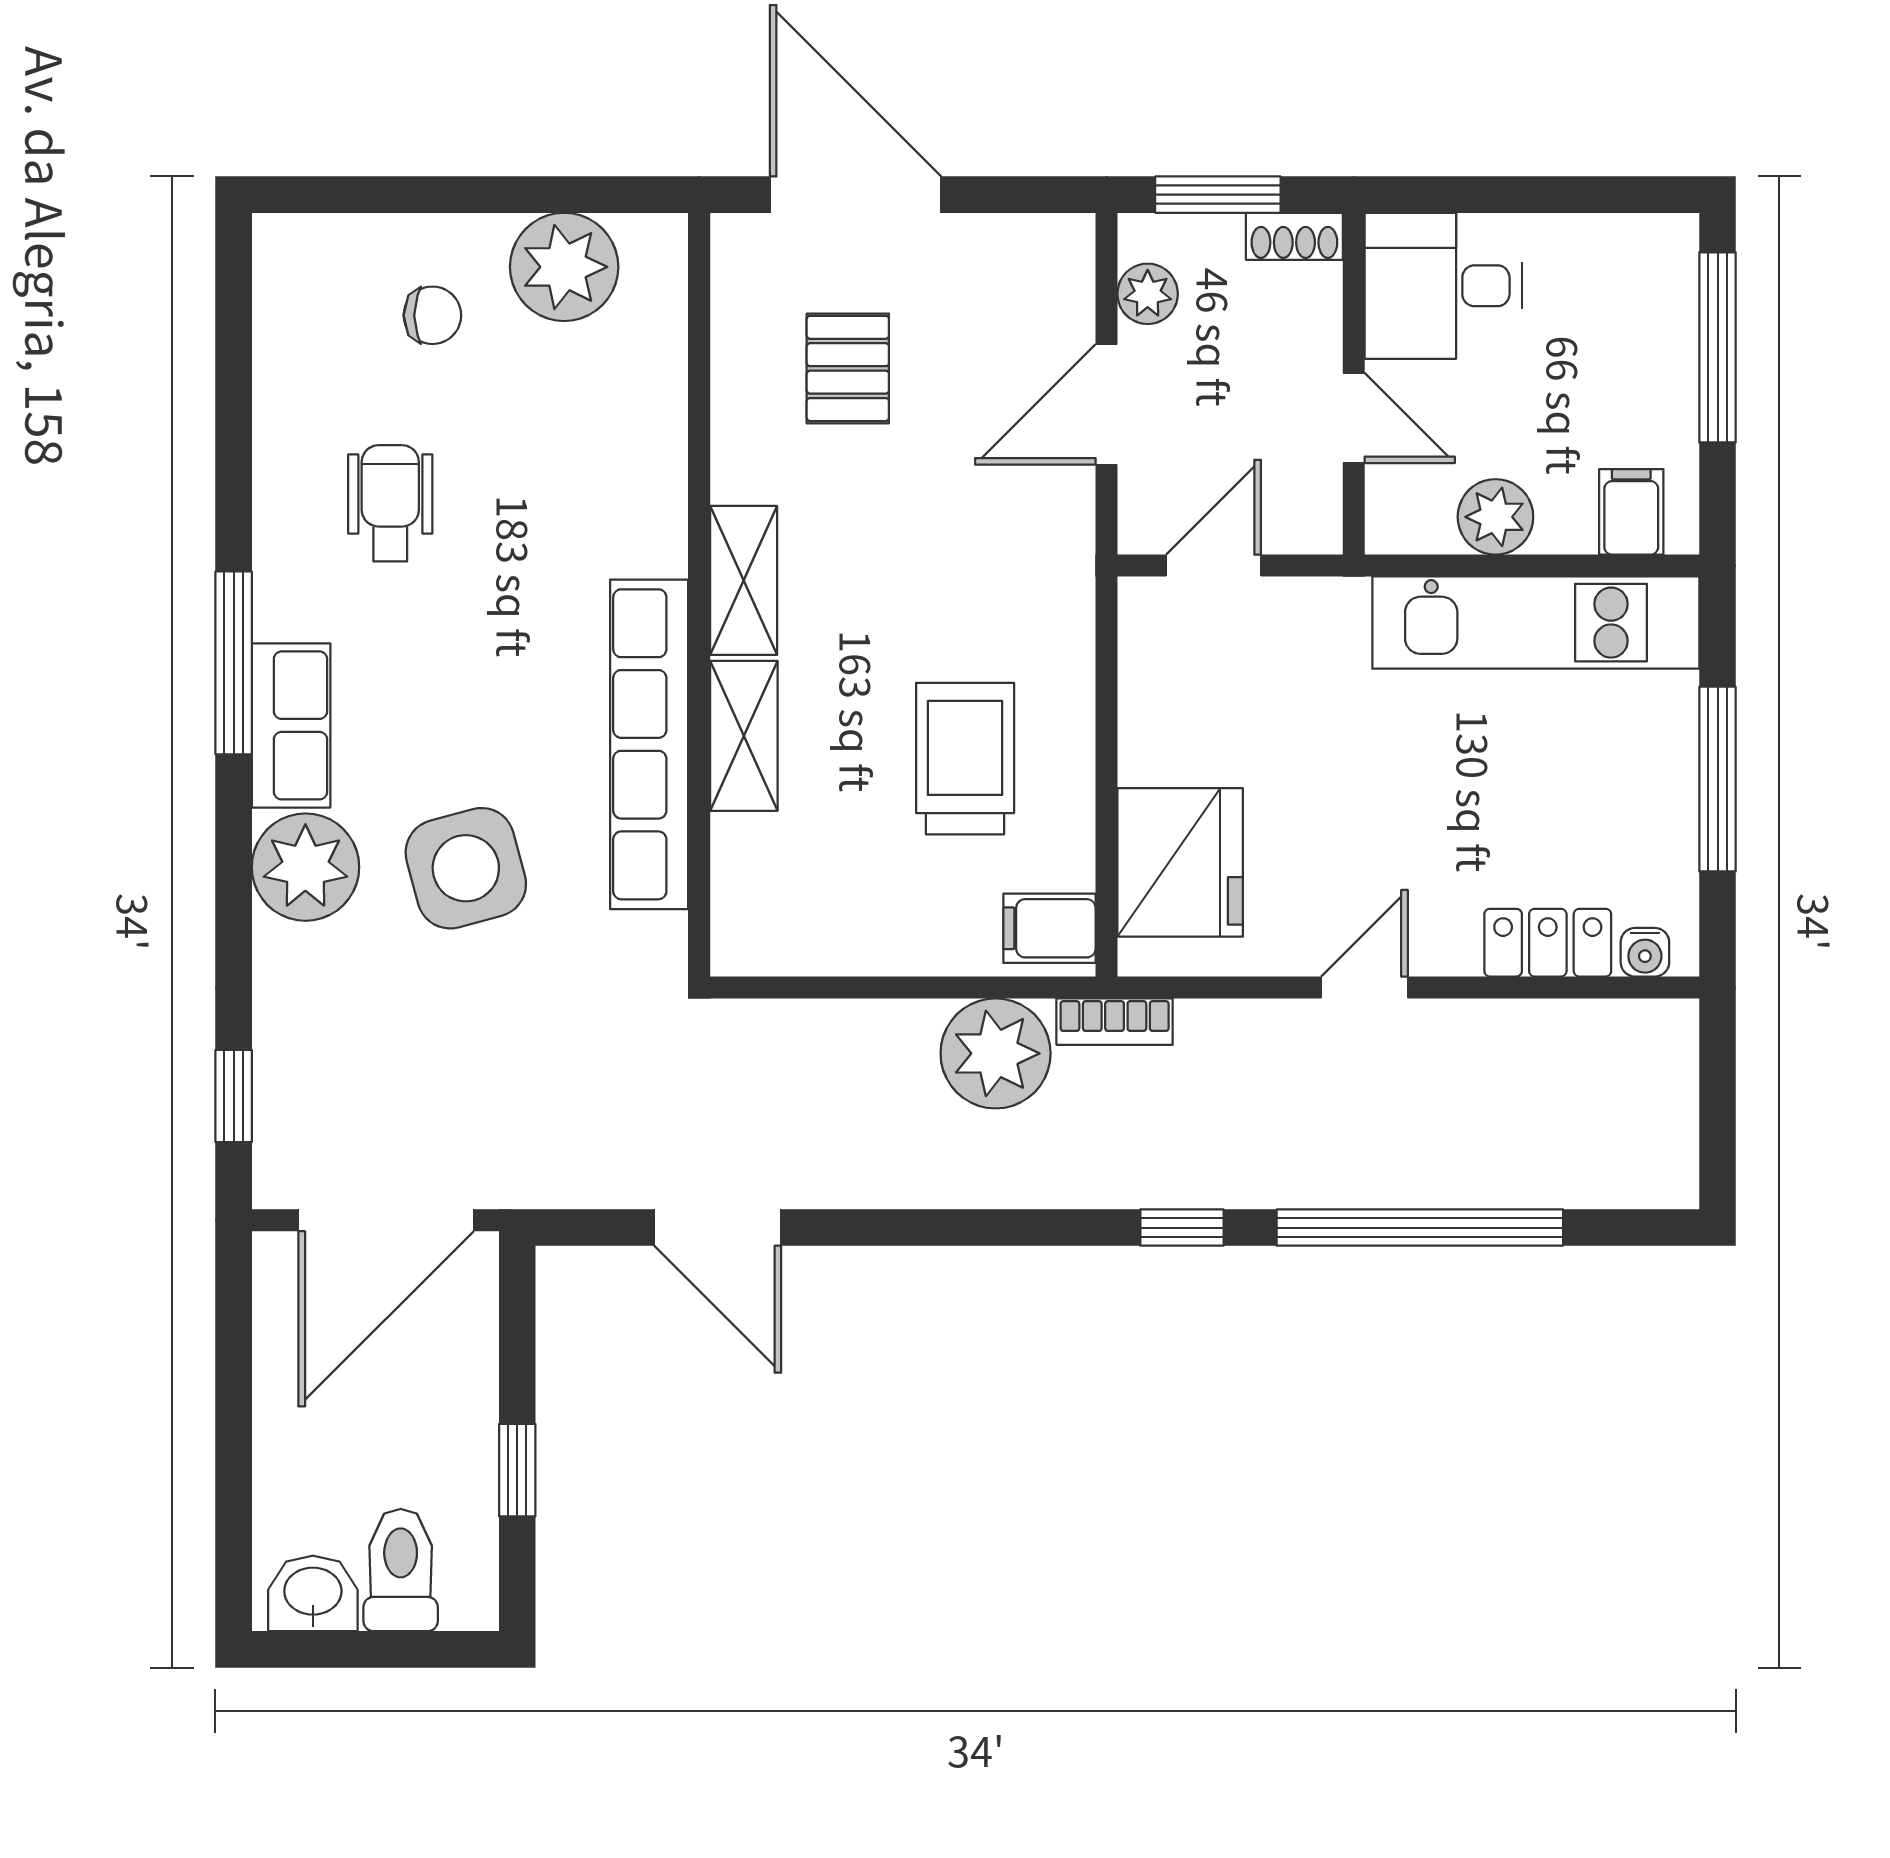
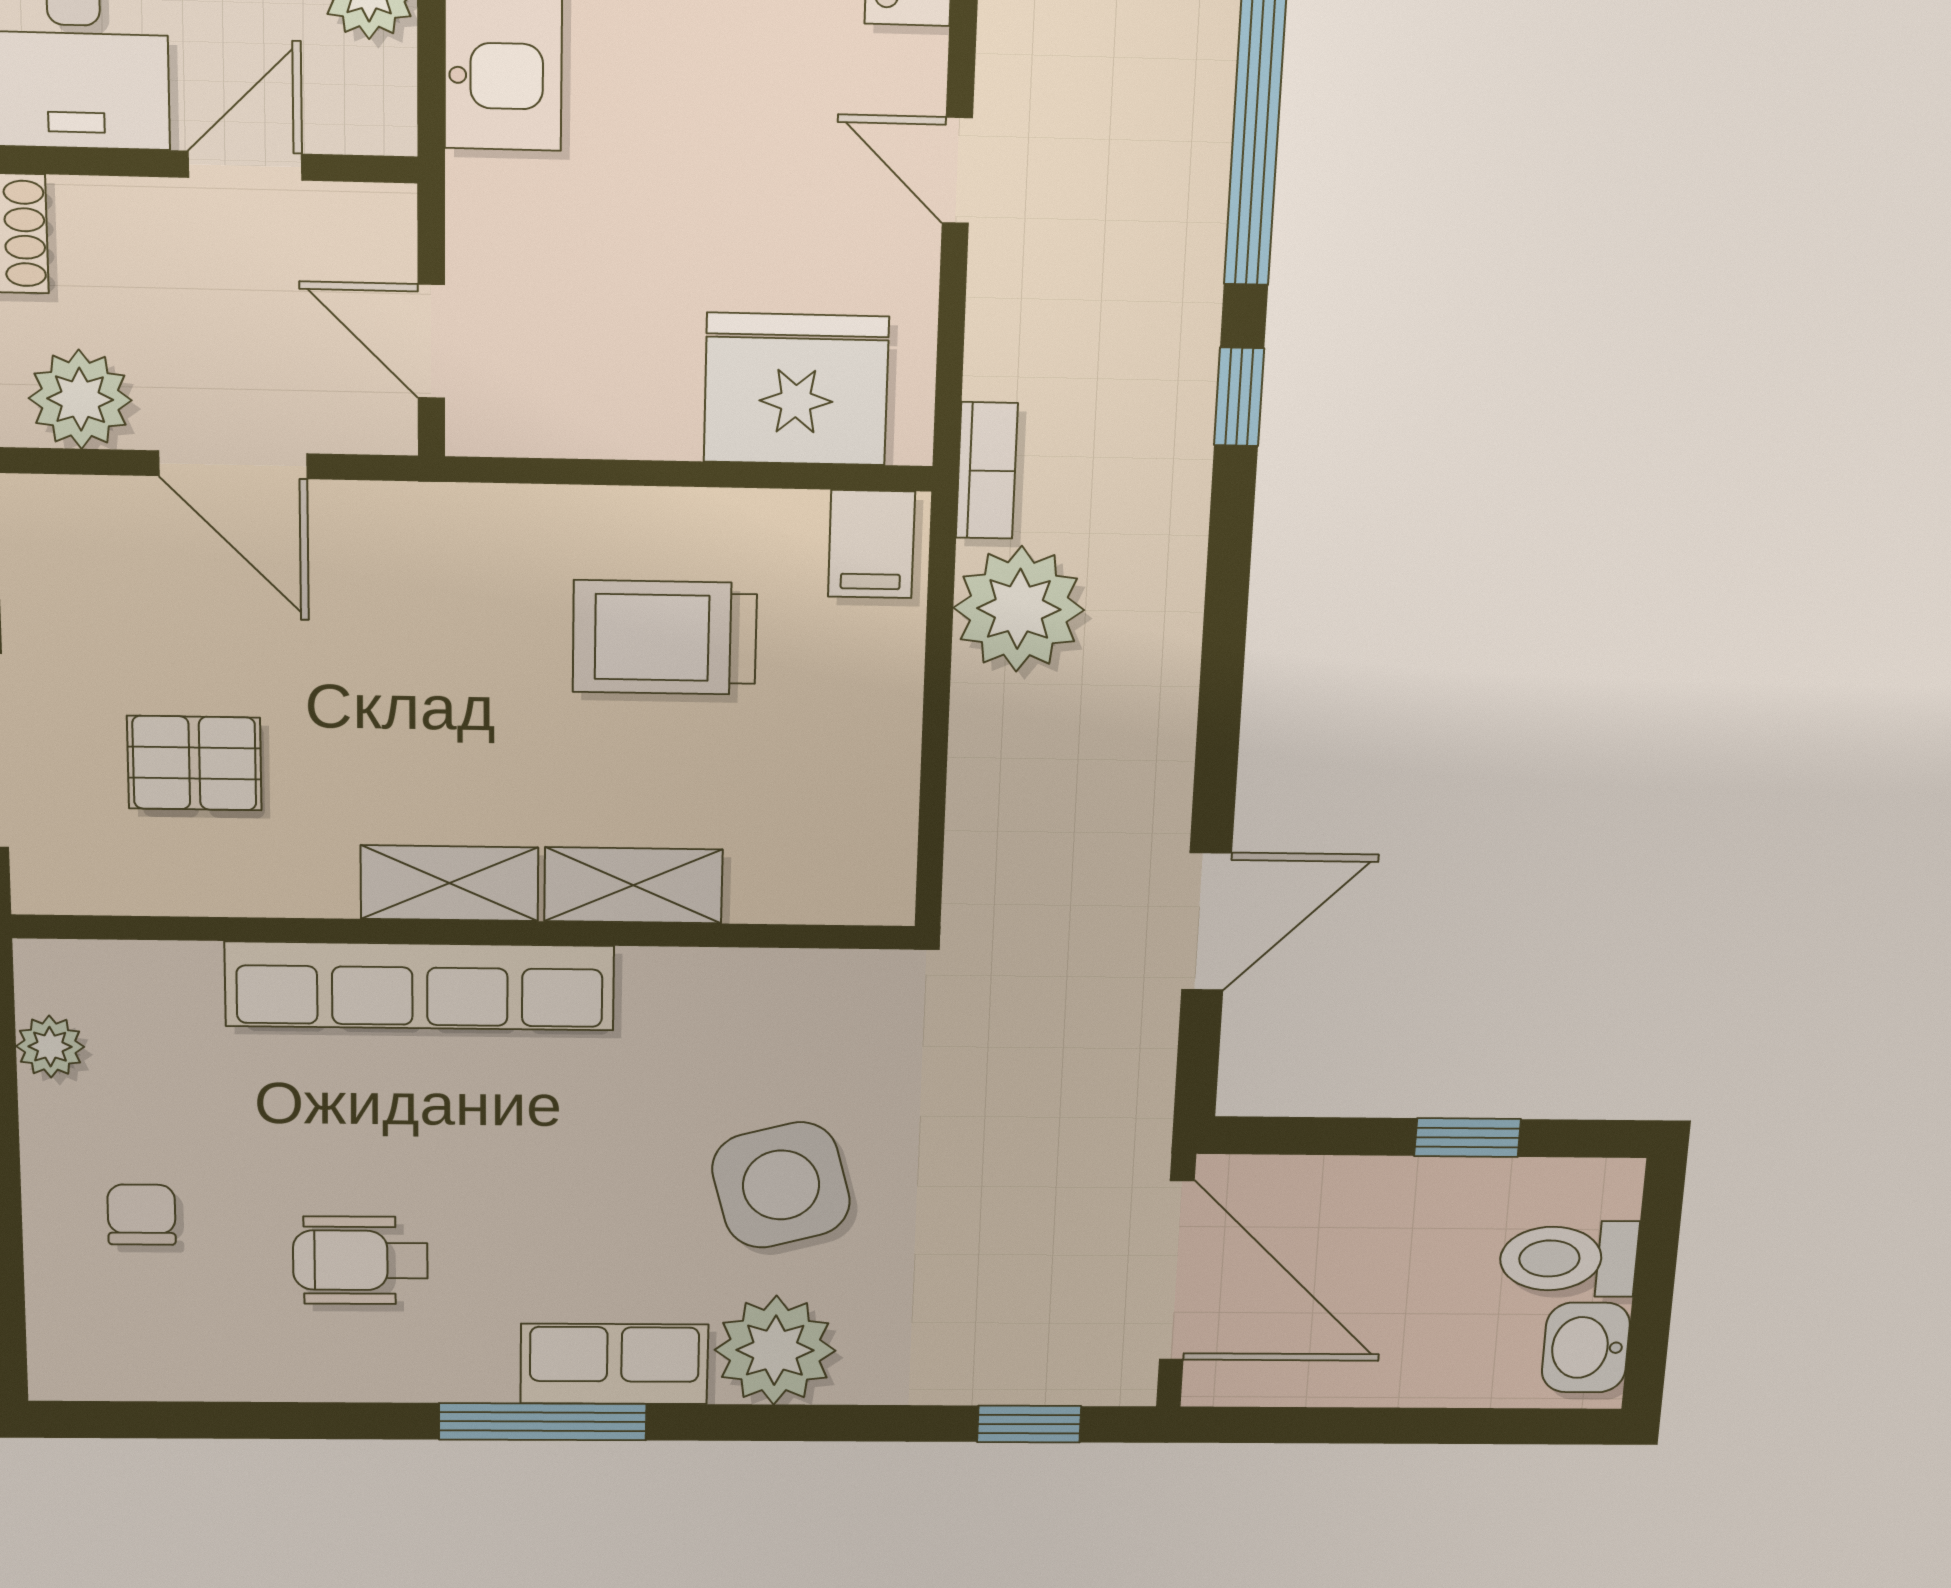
plant: (564, 267) -> (50, 1047), width x0.53, depth x0.53
plant: (1148, 294) -> (80, 399), width x1.38, depth x1.38
row of seats: (649, 744) -> (420, 986), moved

